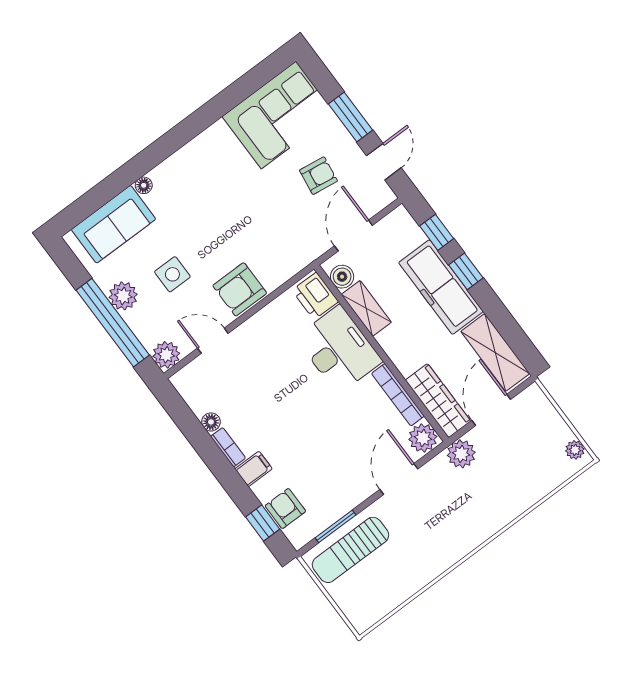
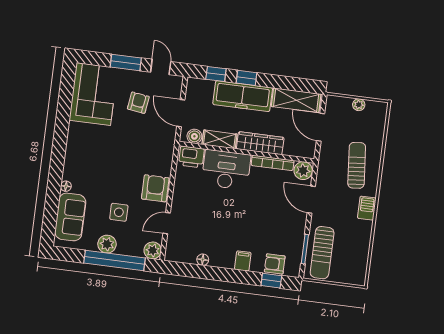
armchair: (240, 289) -> (155, 188), turned 180
wardrobe: (438, 401) -> (260, 143), moved
bookcase: (228, 447) -> (222, 263), removed
plant: (575, 450) -> (359, 105), moved
plant: (461, 454) -> (327, 160), removed
sun lounger: (488, 493) -> (357, 165), added
barbecue: (450, 552) -> (367, 208), added

